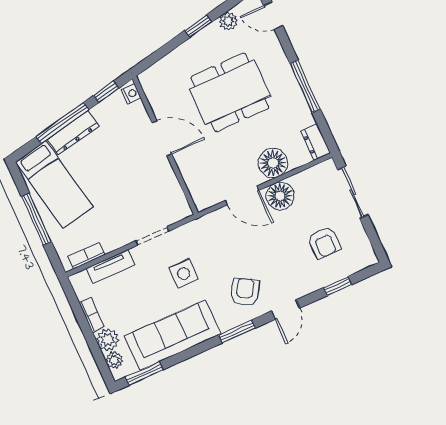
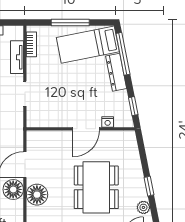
nightstand: (131, 94) -> (108, 122), moved
window: (62, 123) -> (123, 54), moved

